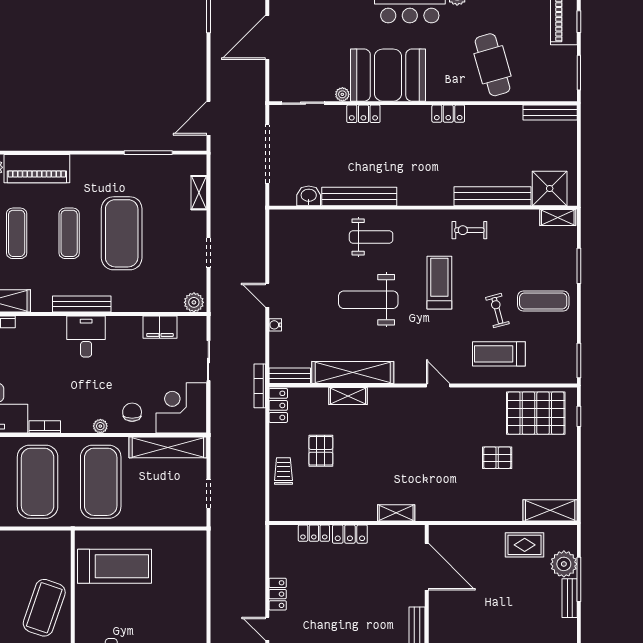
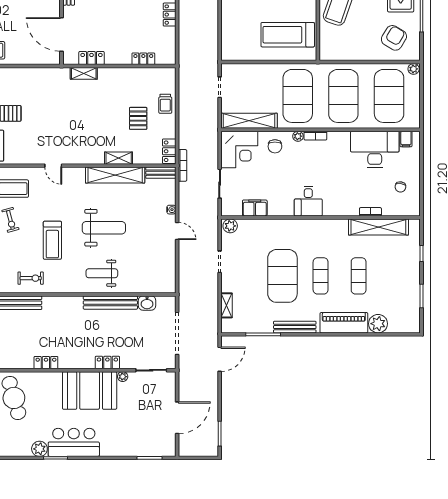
bench: (82, 304) -> (295, 327), moved
bookcase: (45, 427) -> (315, 136), moved
locker: (350, 534) -> (91, 58), moved

